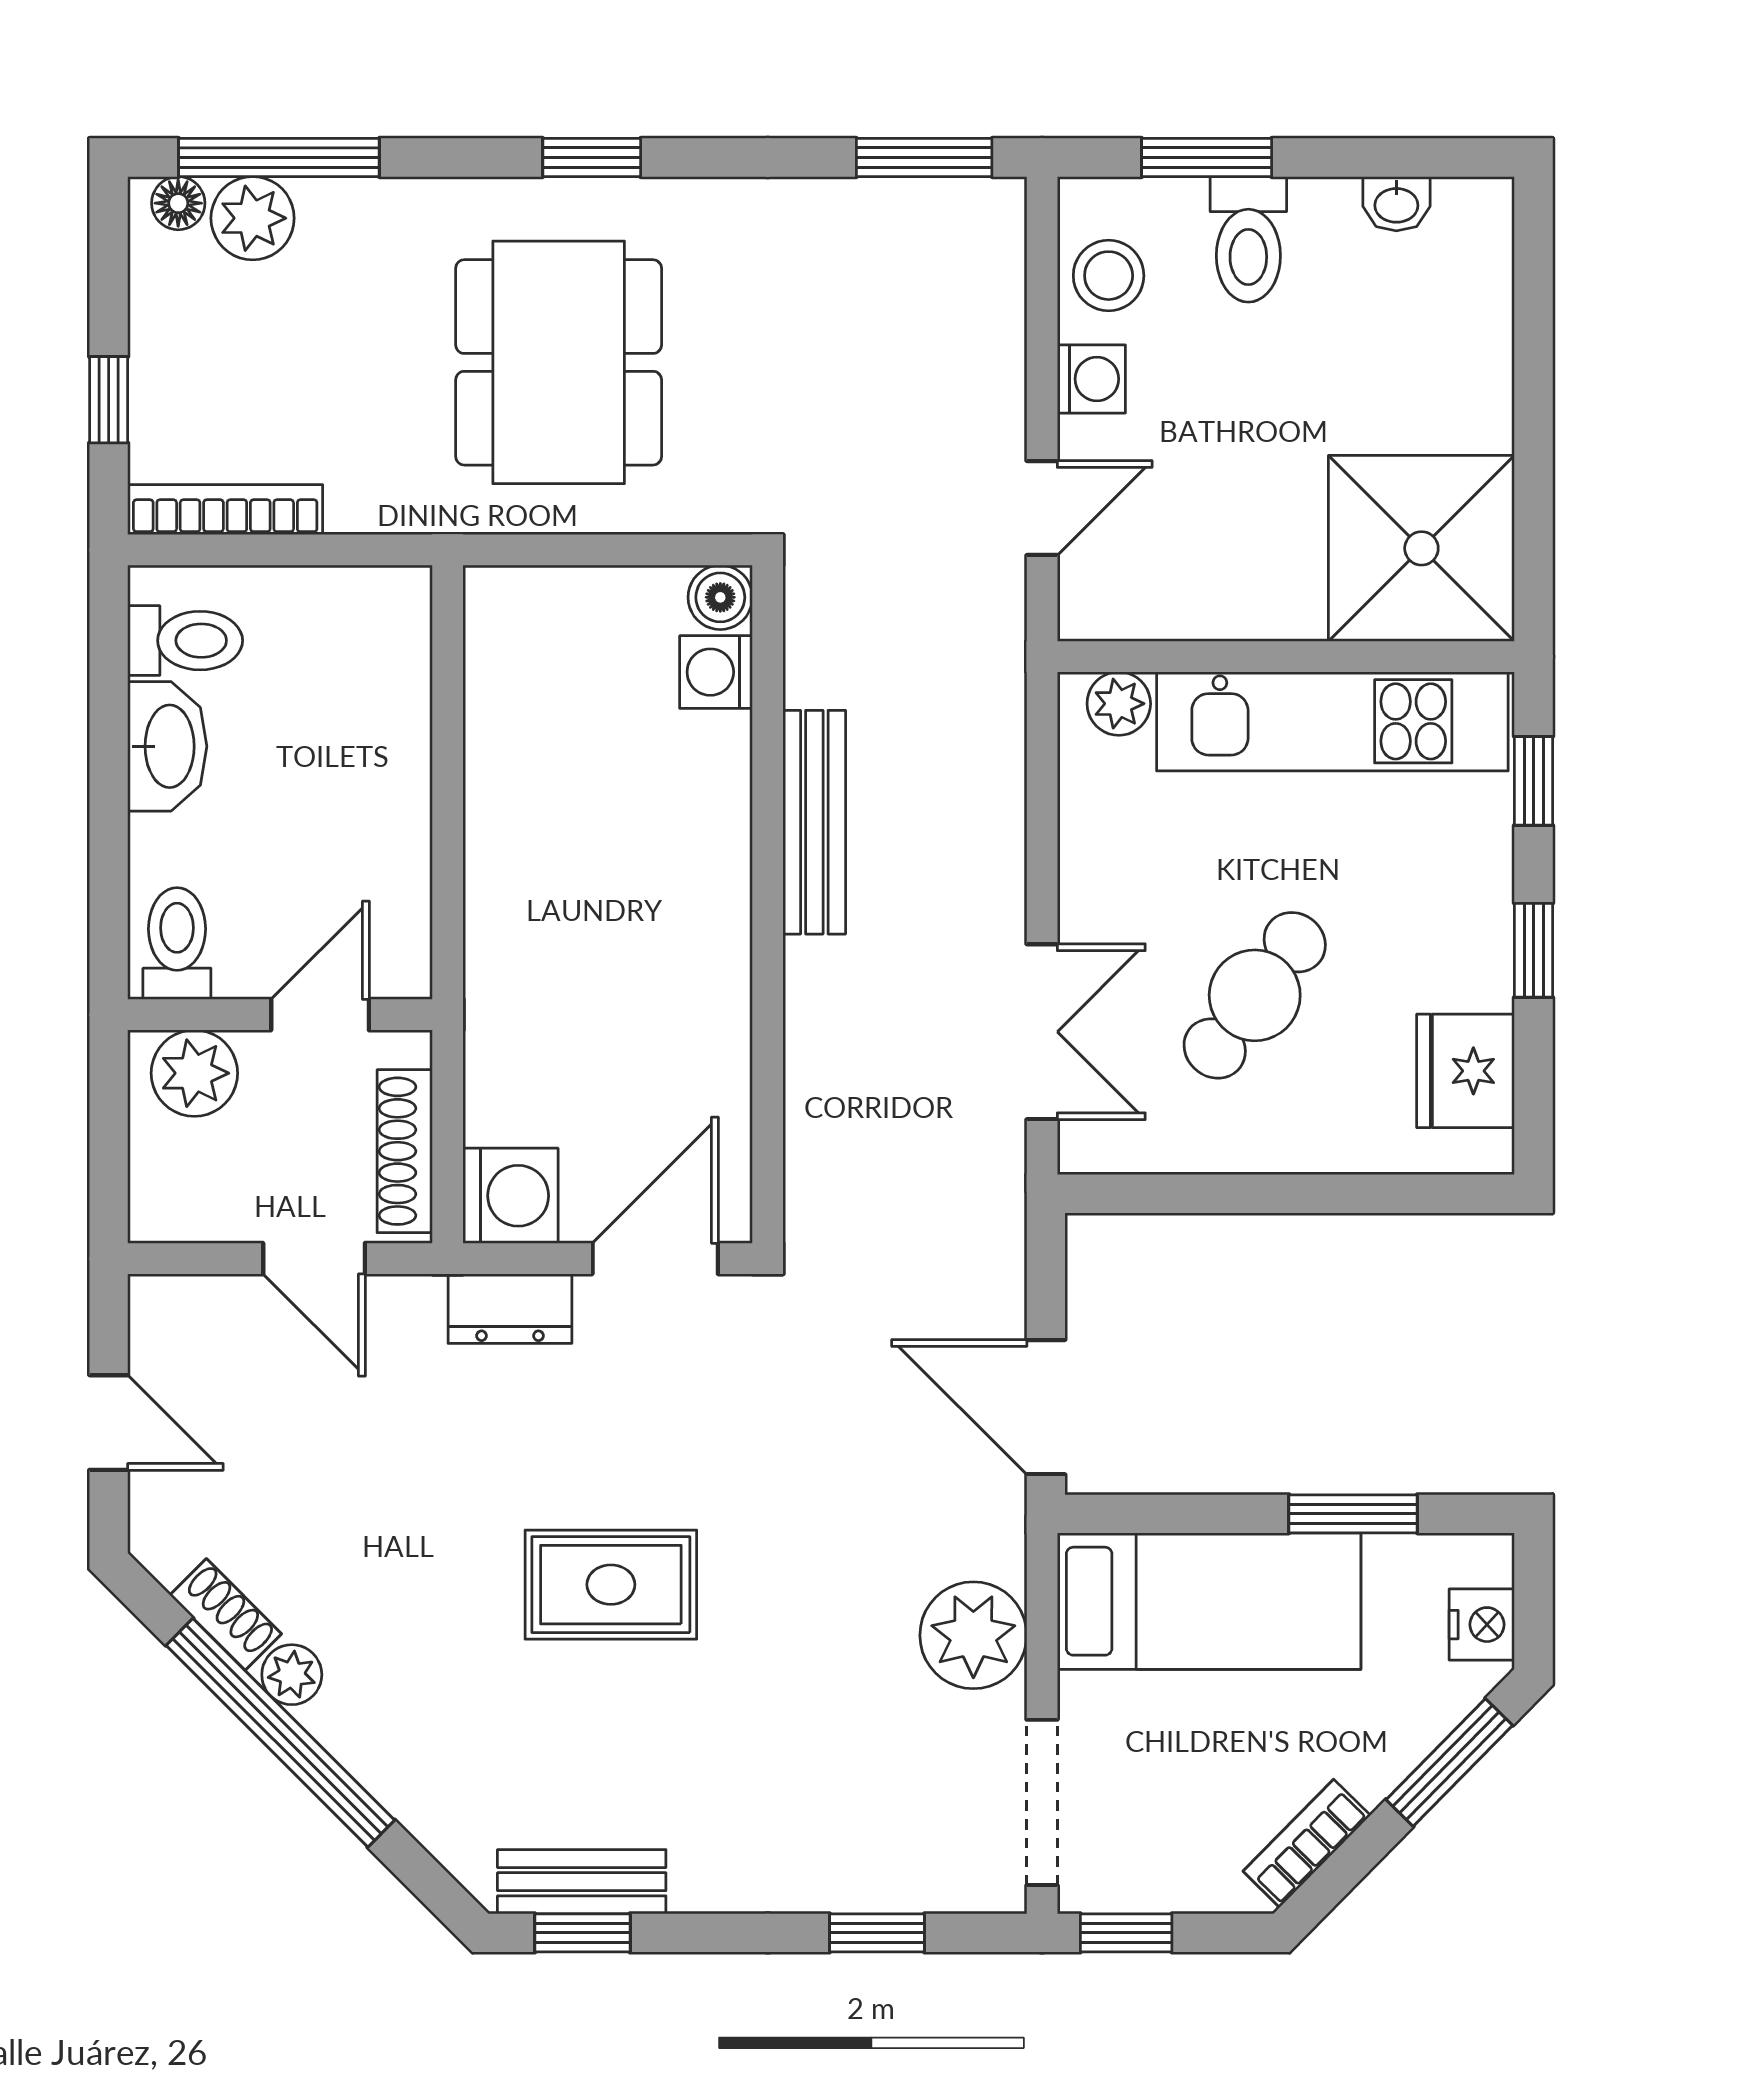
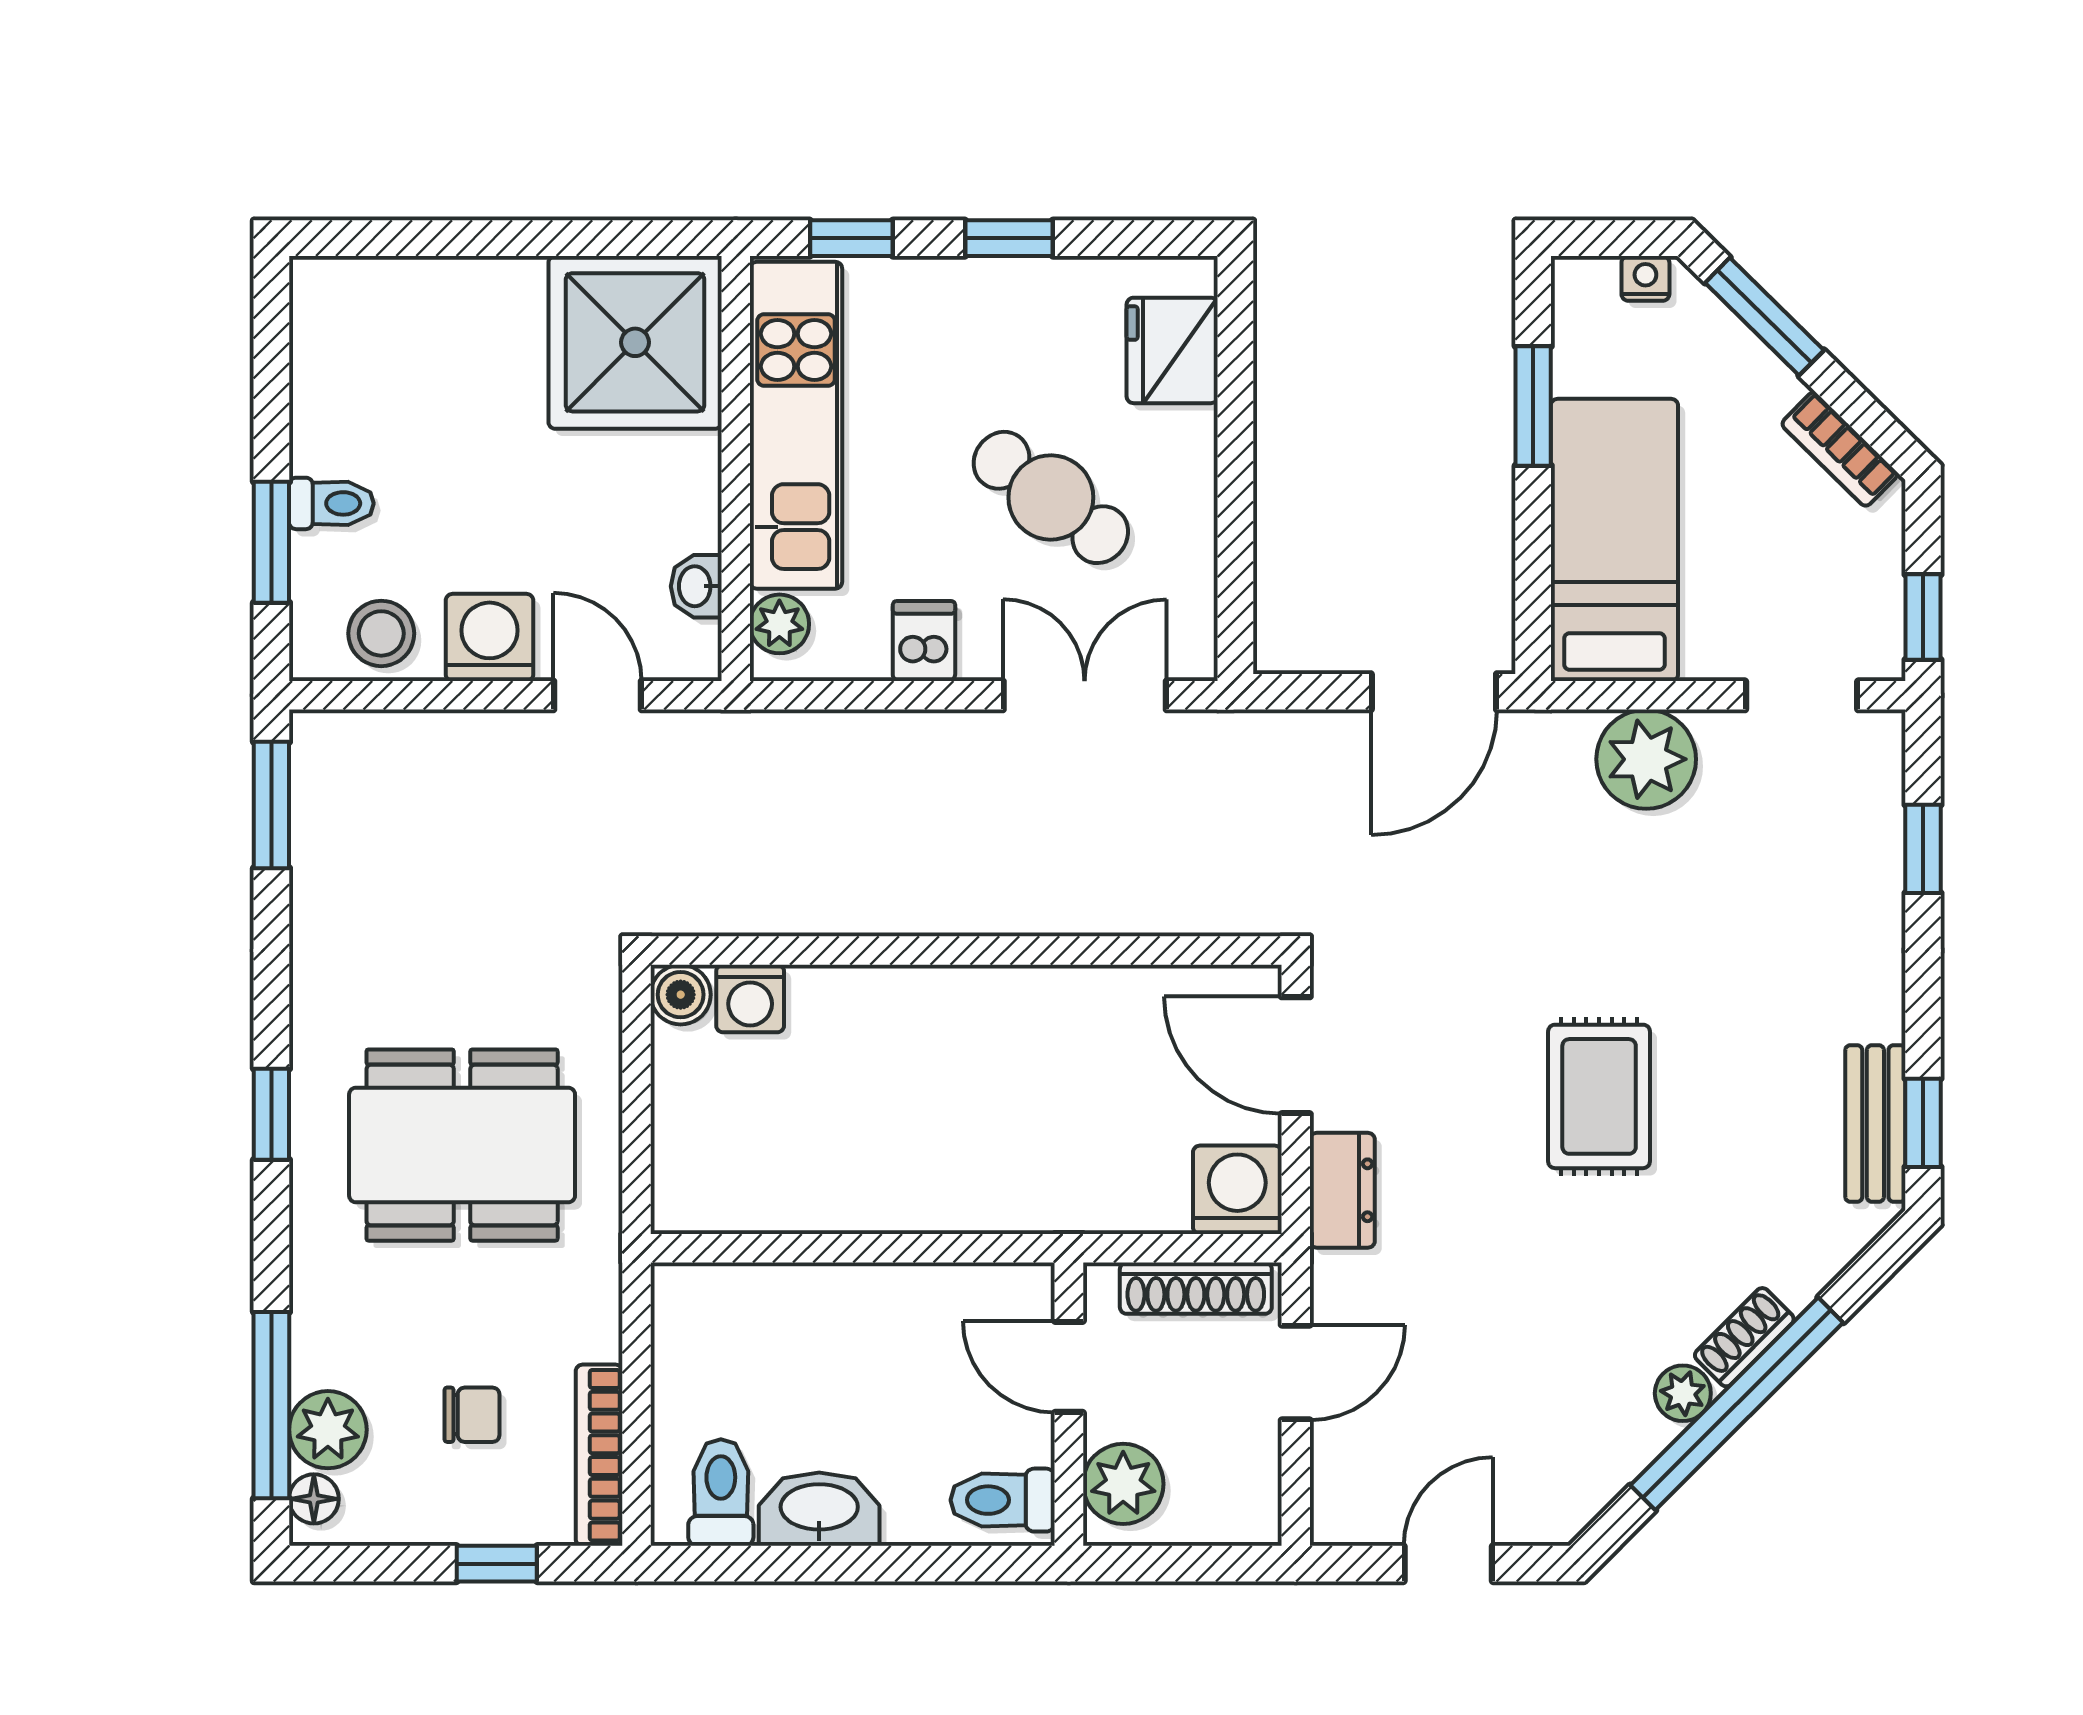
washbasin: (1396, 204) -> (696, 586), moved, turned 180
toilet: (1248, 239) -> (331, 503), width x0.73, depth x0.72
chair: (269, 373) -> (472, 1415), added
washing machine: (1091, 379) -> (489, 637), width x1.38, depth x1.38
bench: (814, 822) -> (890, 907), removed
dishwasher: (1100, 859) -> (924, 641), added
fridge: (1466, 1071) -> (1172, 350), moved, turned 90
shoe rack: (226, 1614) -> (1744, 1337), moved
nightstand: (1482, 1625) -> (1645, 278), width x0.72, depth x0.74
doorway: (1042, 1802) -> (1802, 695), width x0.73

